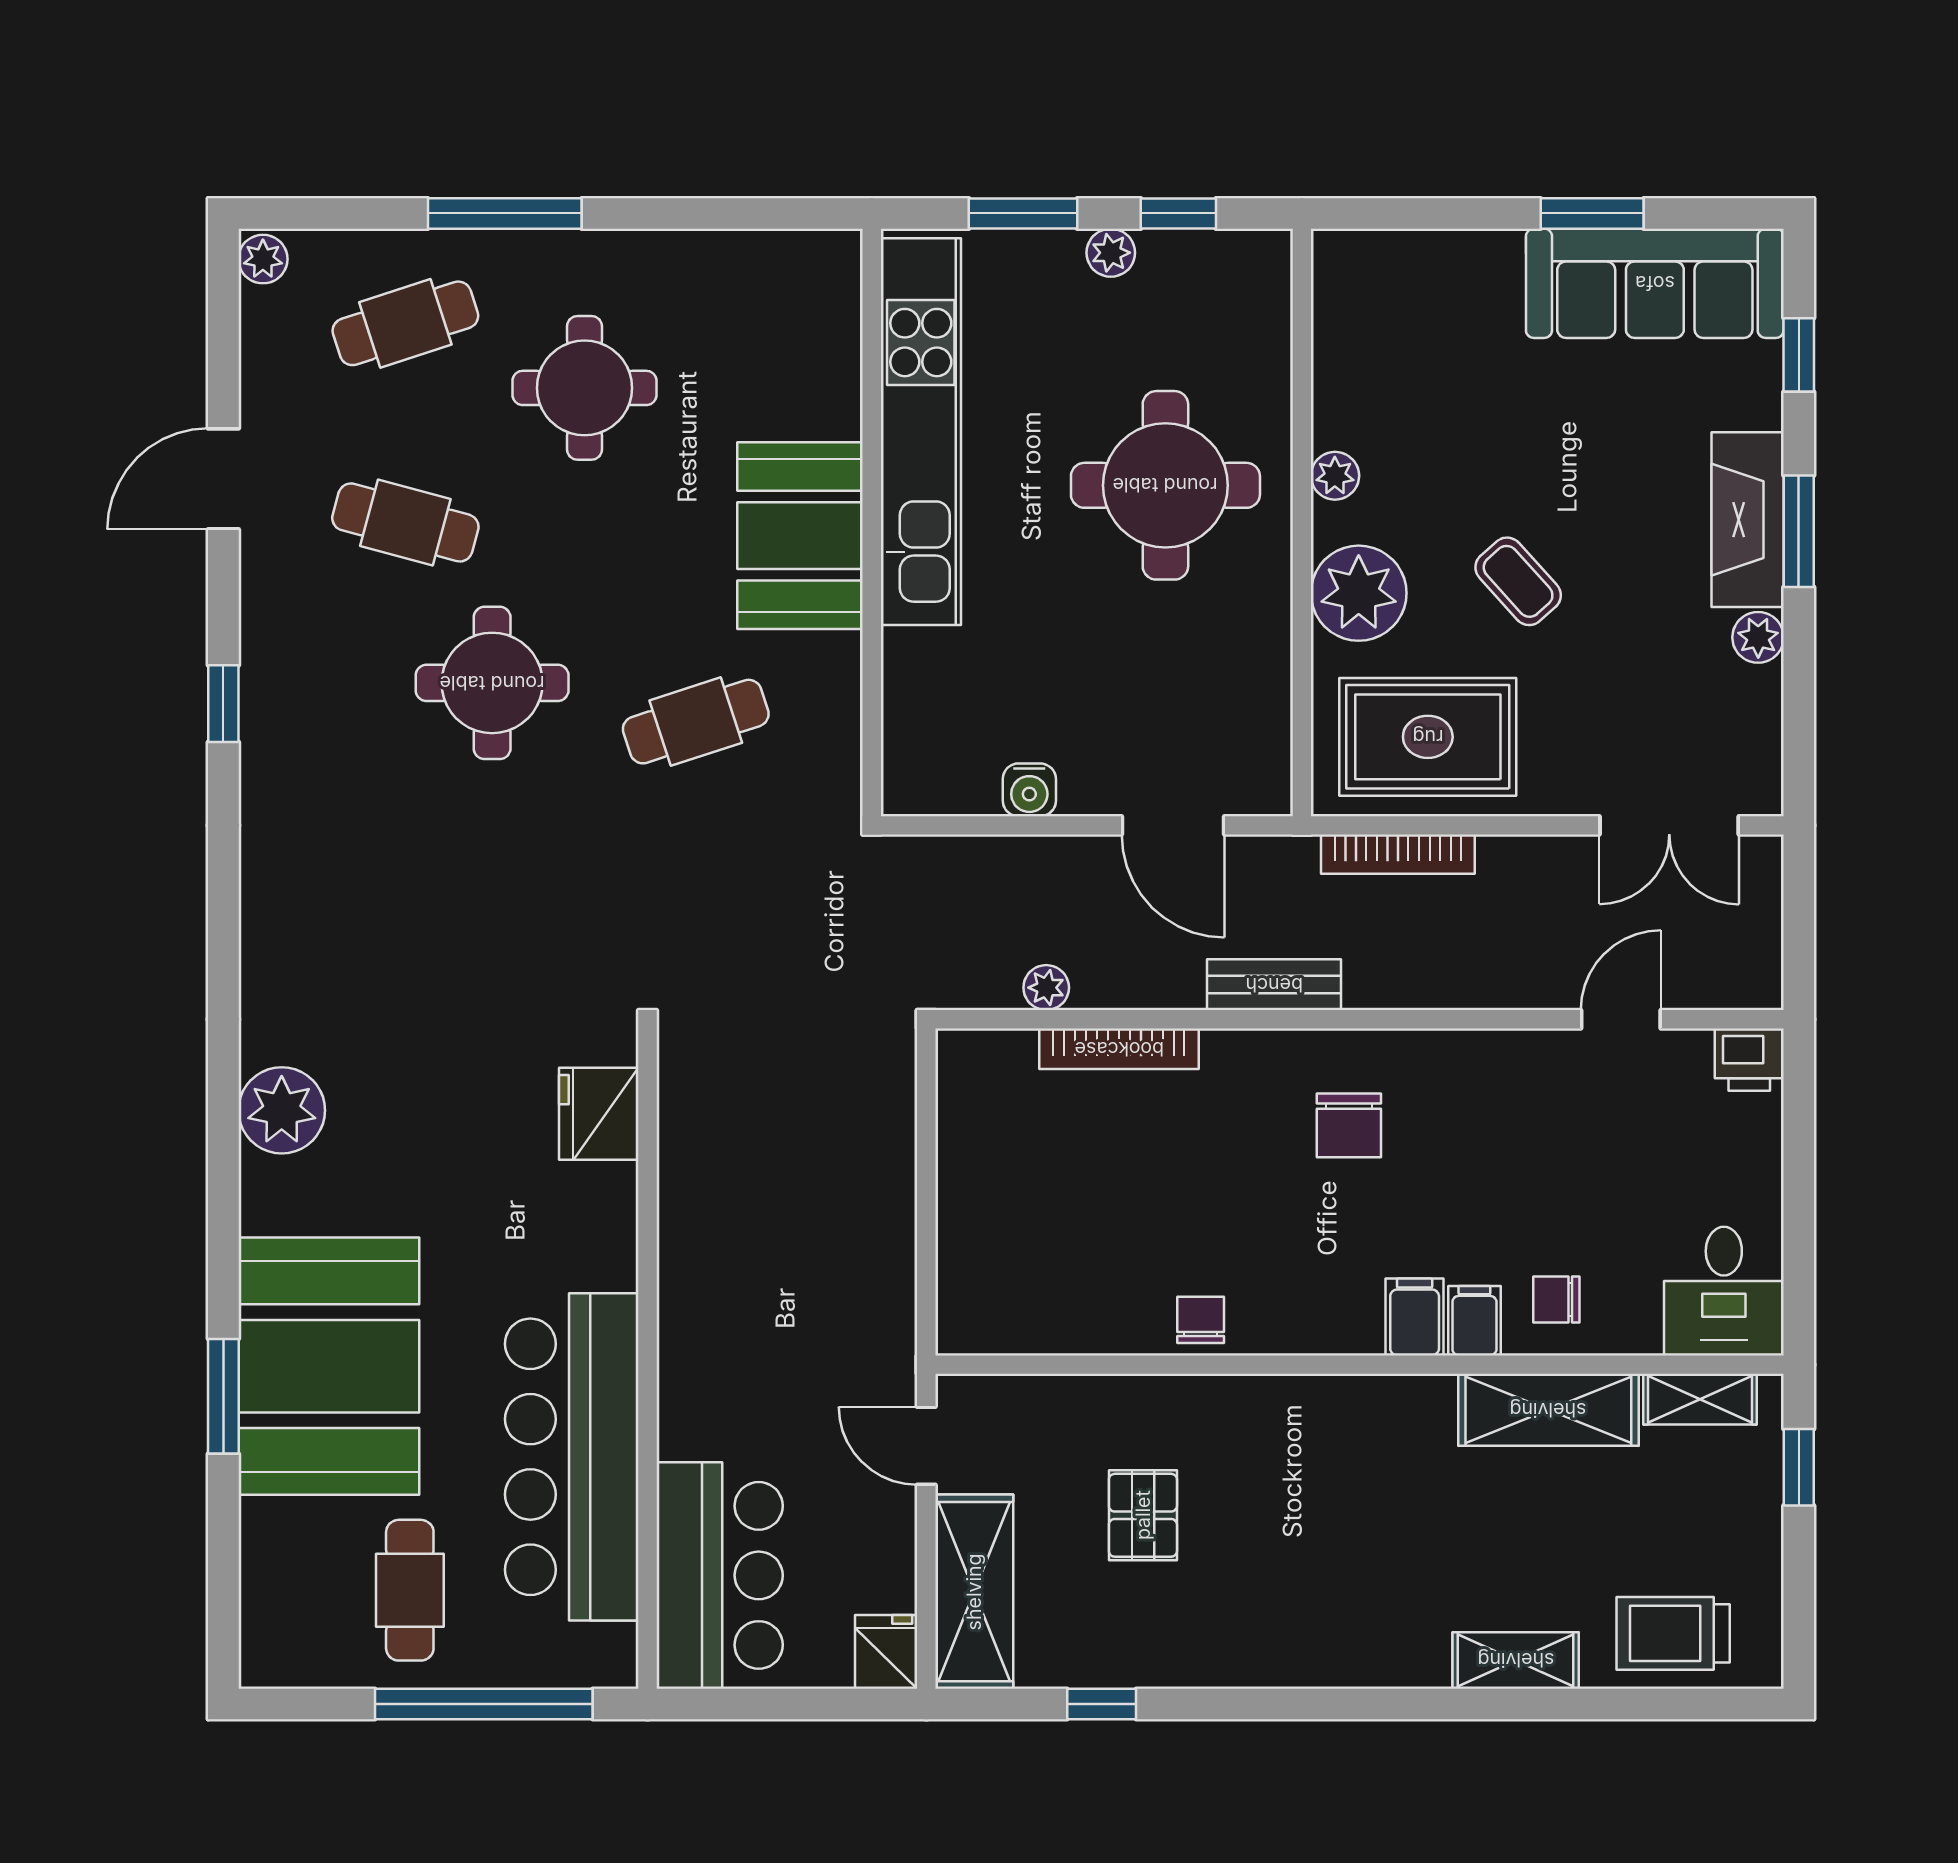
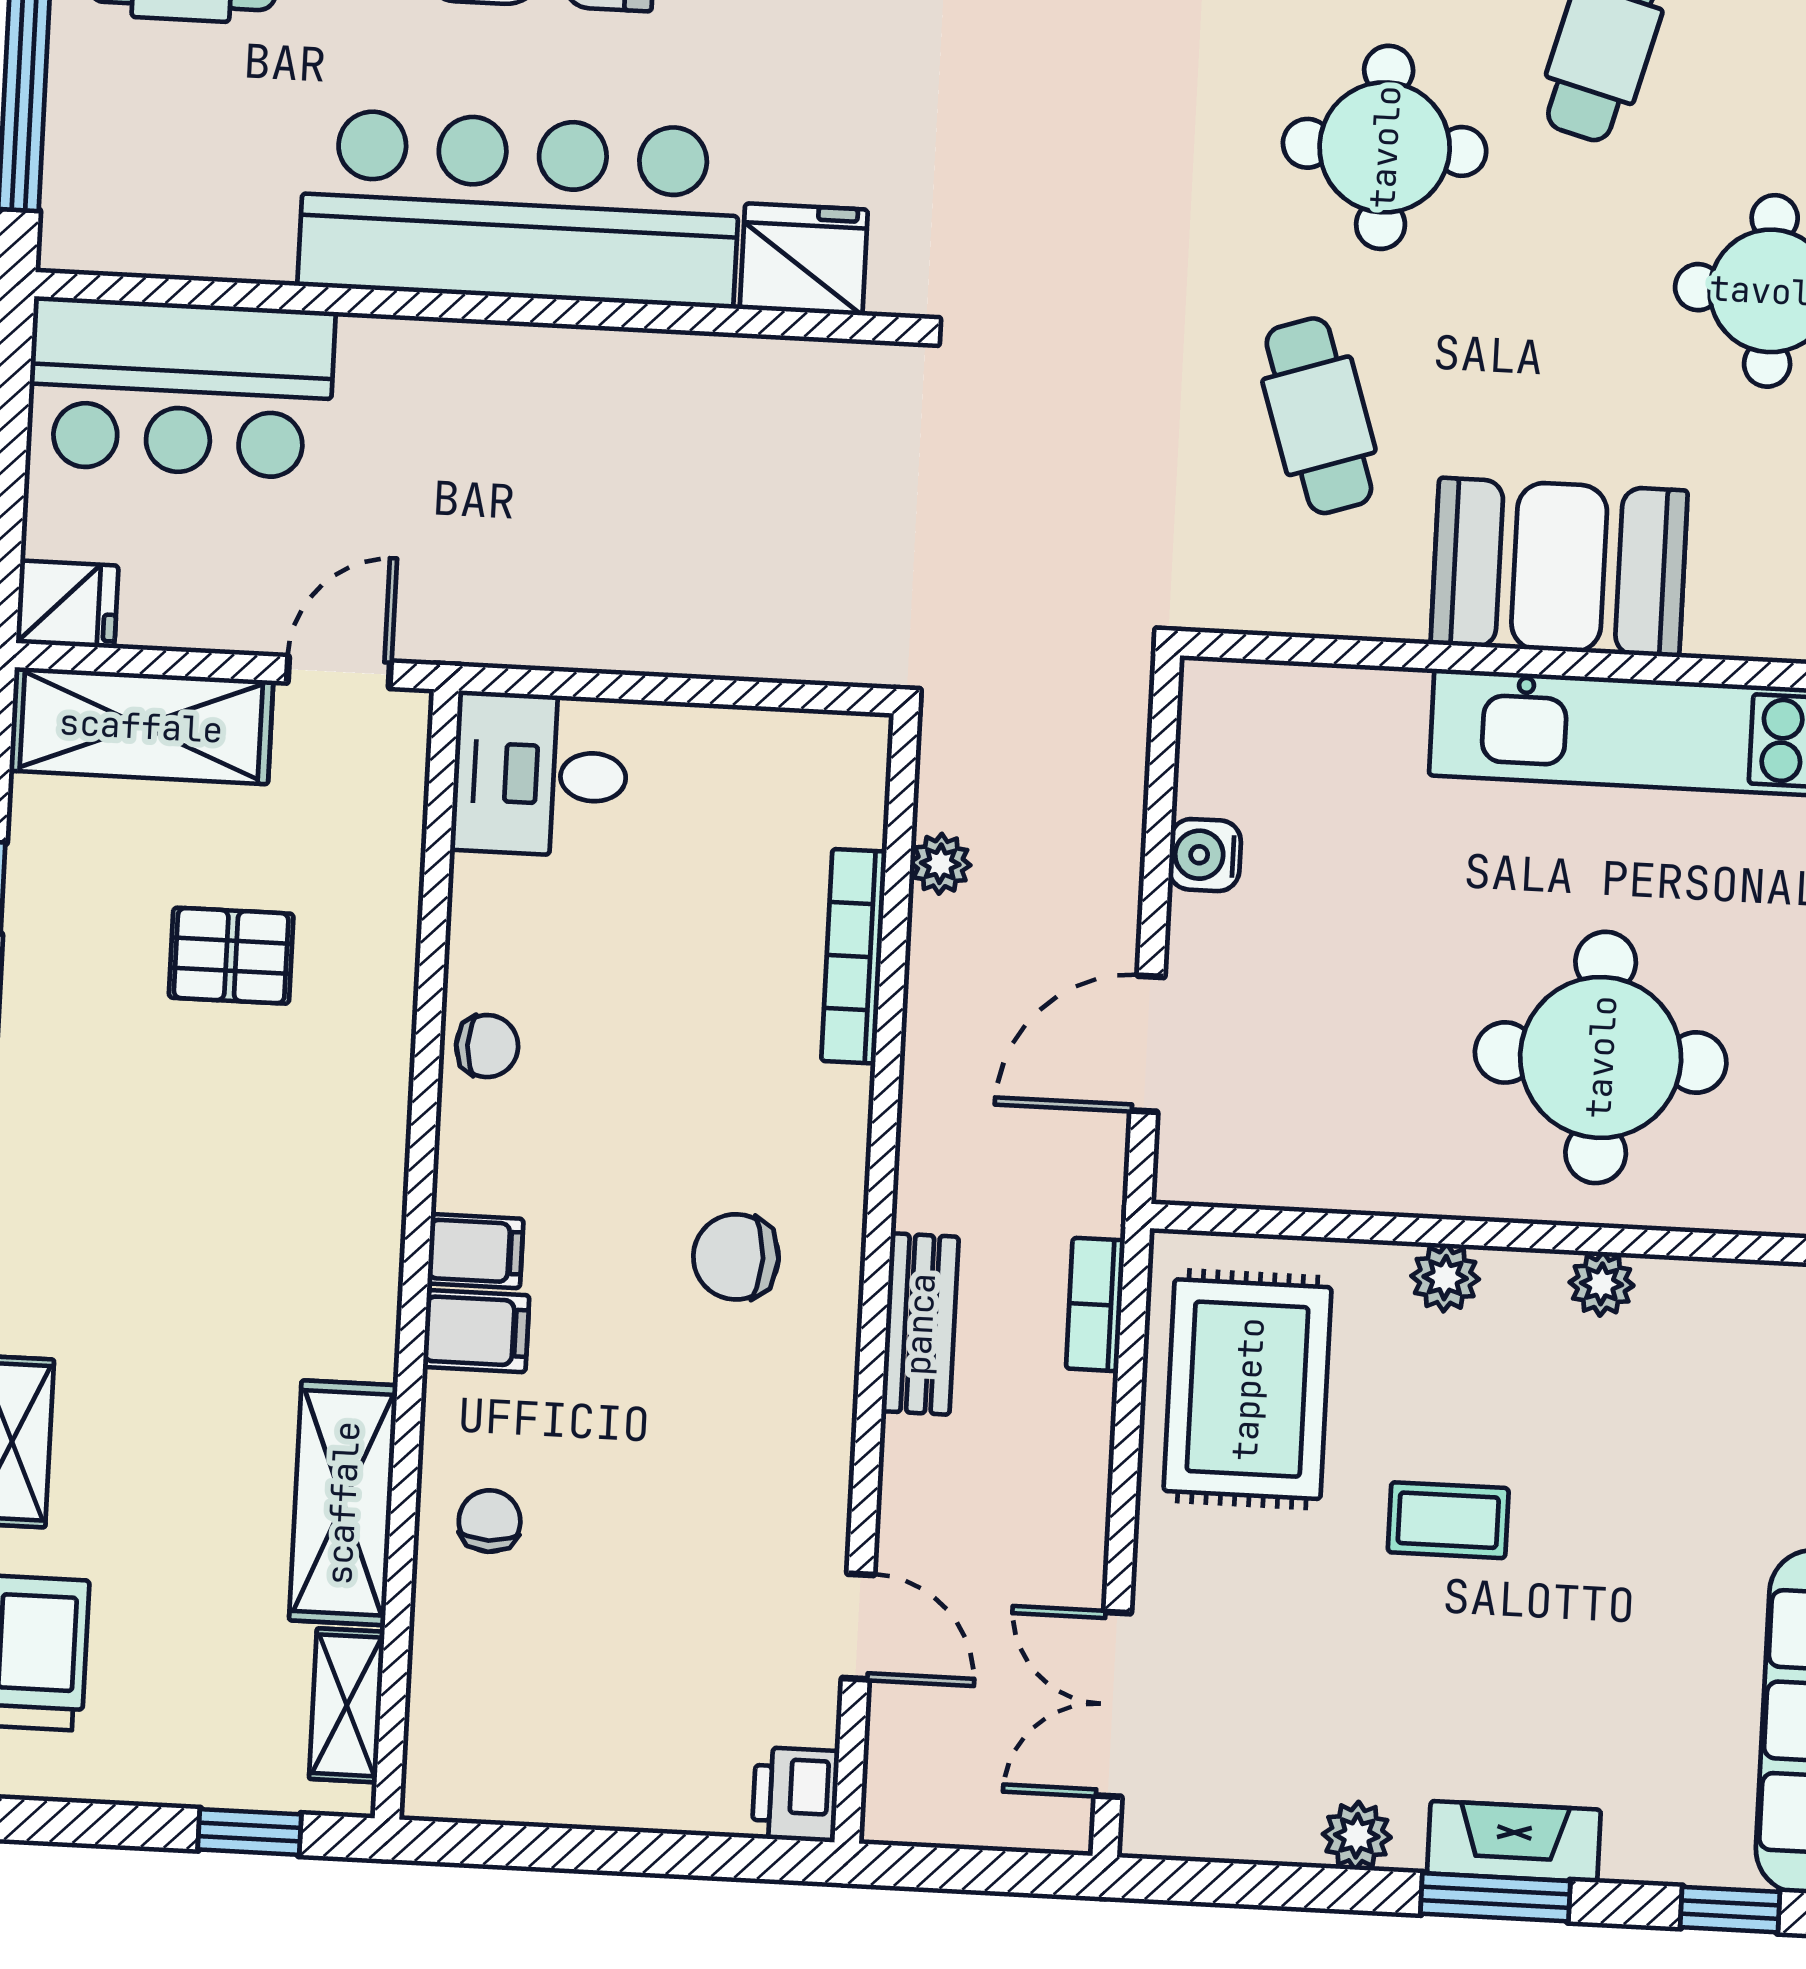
fireplace: (1748, 520) -> (1514, 1842), width x0.73, depth x0.76
coffee table: (1518, 581) -> (1448, 1520), turned 42
plant: (1359, 593) -> (1445, 1278), width x0.53, depth x0.53
bookcase: (1398, 854) -> (1095, 1304), width x0.64
bench: (1274, 985) -> (920, 1324), moved
desk: (1724, 1291) -> (540, 775), moved
filing cabinet: (1474, 1321) -> (475, 1251), moved
bar counter: (572, 1457) -> (520, 208), moved

